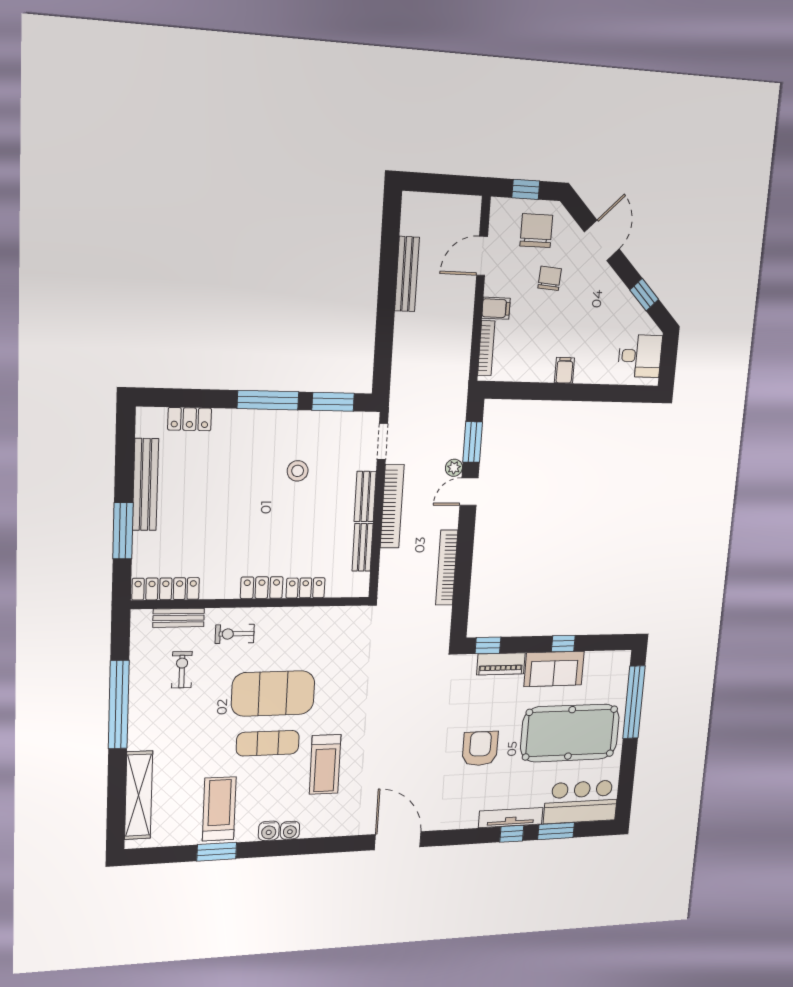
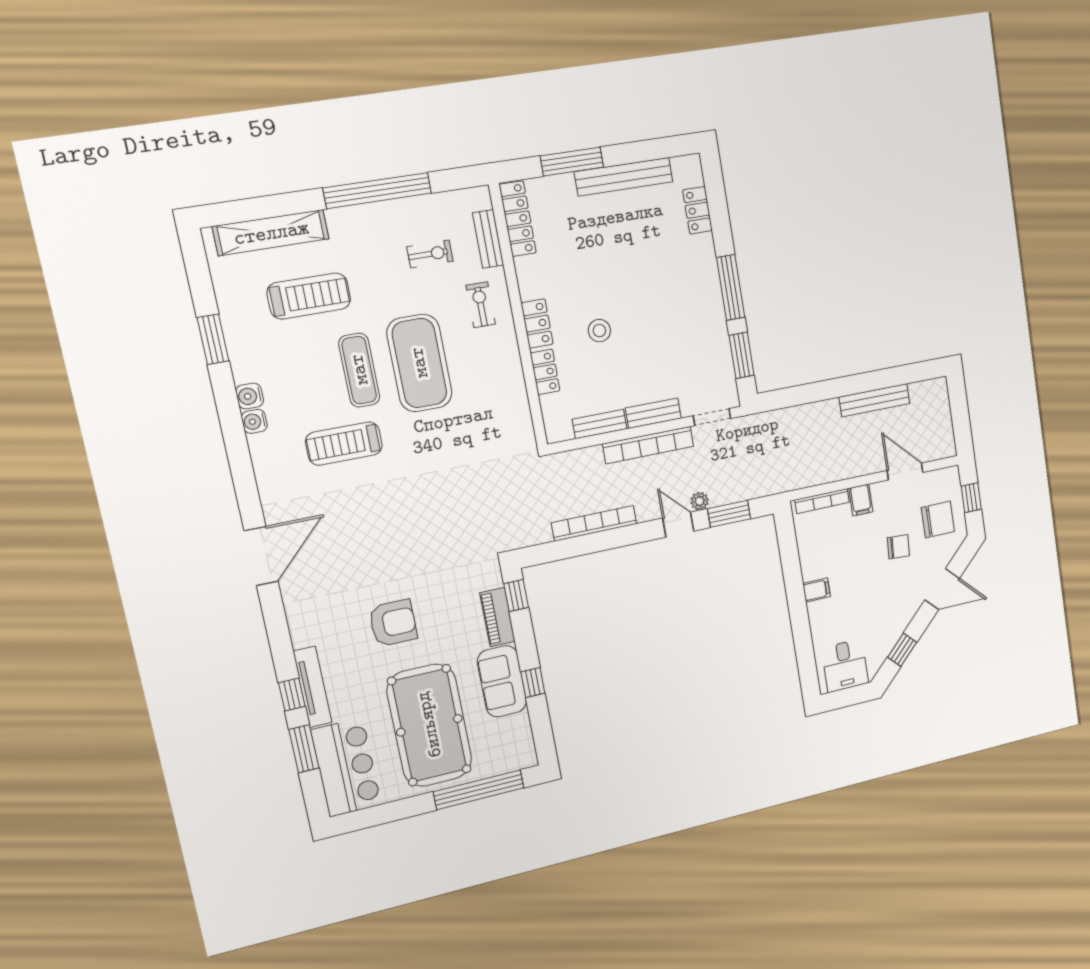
stool: (298, 471) -> (599, 331), moved
treadmill: (219, 809) -> (309, 296), moved

